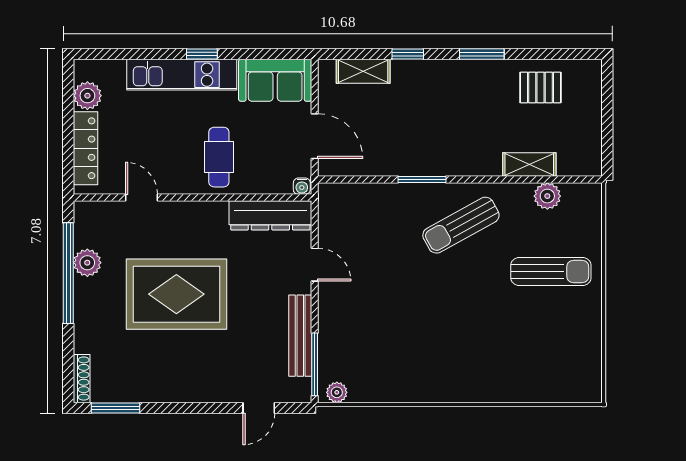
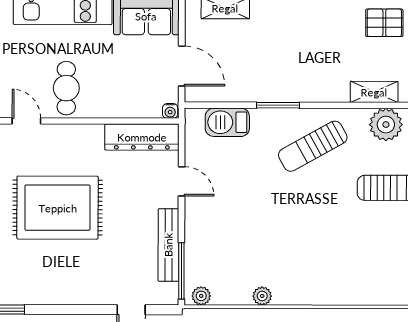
cafe table: (219, 157) -> (66, 88), moved
plant: (547, 196) -> (386, 125), width x1.36, depth x1.36
barbecue: (366, 199) -> (227, 122), added
plant: (405, 392) -> (262, 296), added

